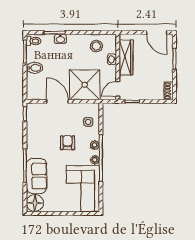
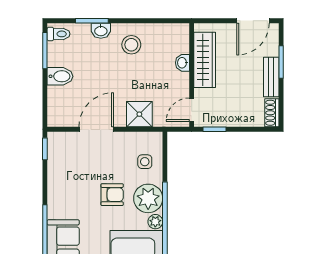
door: (157, 33) -> (253, 21), hinge flipped
stool: (96, 46) -> (131, 45), moved
bench: (168, 68) -> (271, 77), added
shower: (85, 85) -> (139, 114), width x0.54, depth x0.54
door: (57, 101) -> (96, 129), hinge flipped
armchair: (67, 143) -> (112, 195), turned 90
plant: (95, 145) -> (148, 198), width x1.88, depth x1.88

